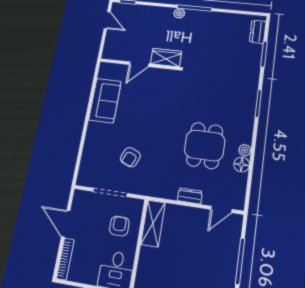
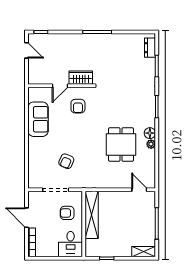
plant: (179, 13) -> (85, 38), removed
armchair: (157, 91) -> (78, 106), added
floor lamp: (242, 165) -> (150, 133), moved
dresser: (190, 196) -> (115, 184), removed
door: (221, 209) -> (139, 190), swing flipped
shelving: (153, 223) -> (92, 215), width x1.47
armchair: (119, 226) -> (67, 213), turned -90

